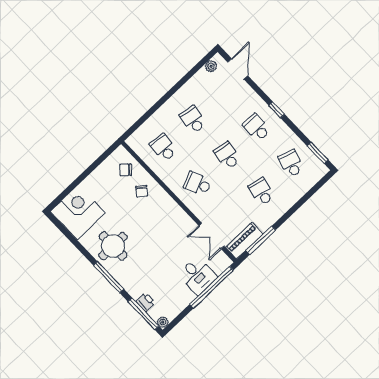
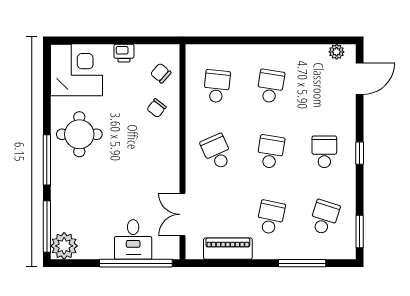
window: (261, 240) -> (302, 263), moved
piano: (244, 241) -> (228, 249), moved
printer: (146, 302) -> (124, 53), moved, turned 90
plant: (163, 322) -> (64, 246), width x1.88, depth x1.88

